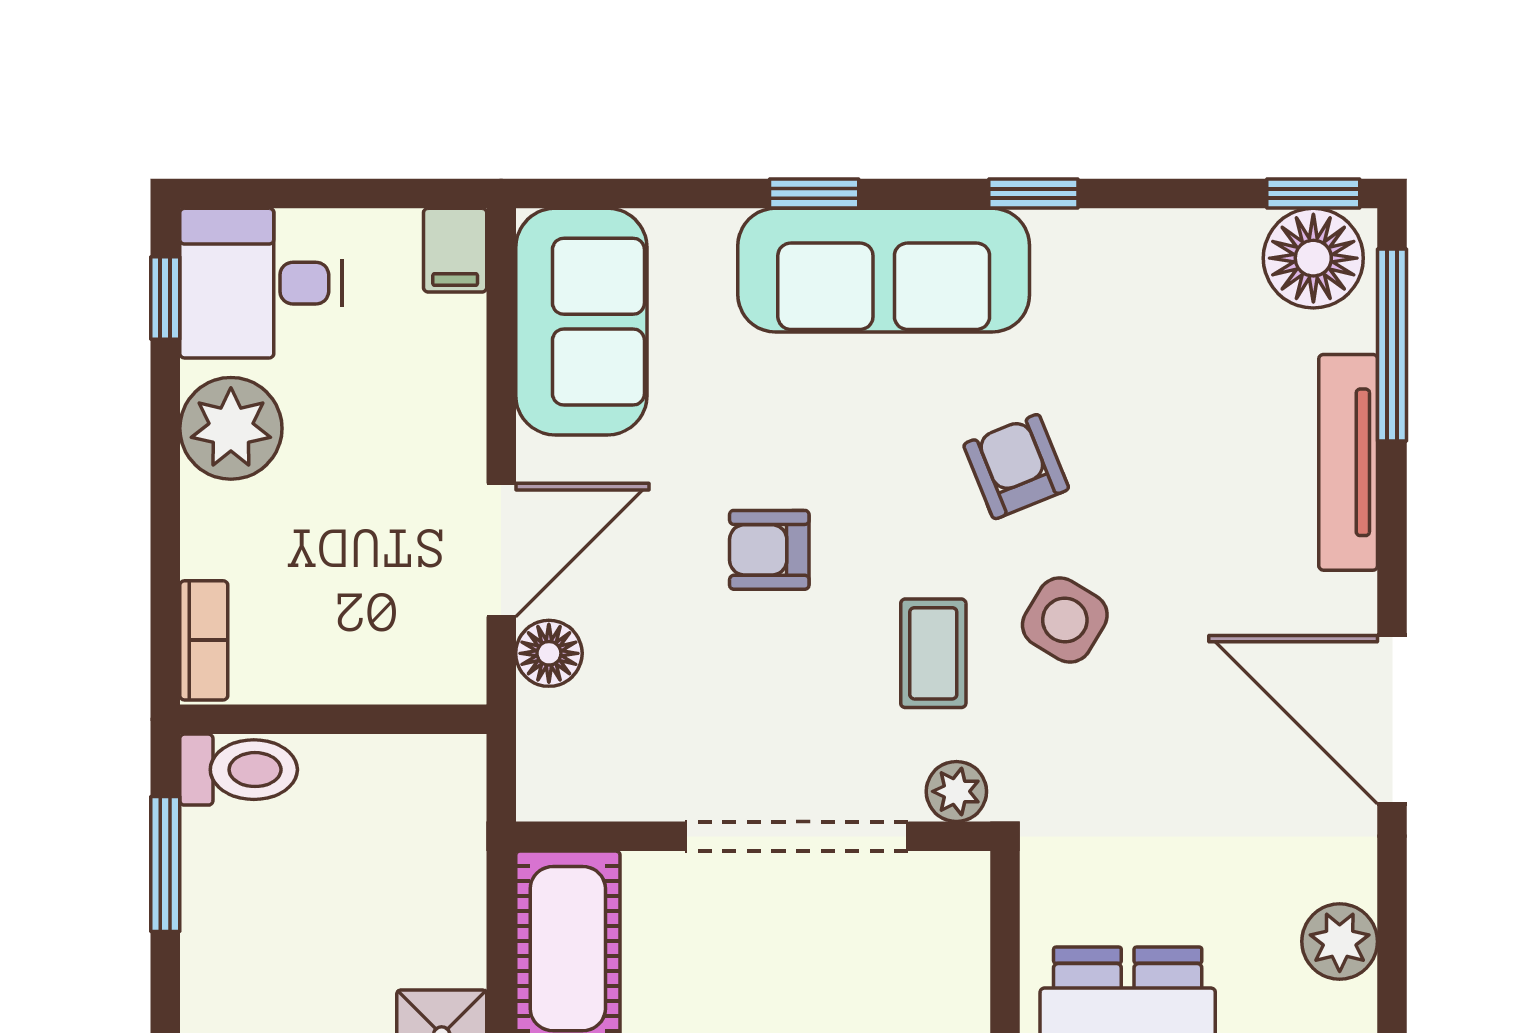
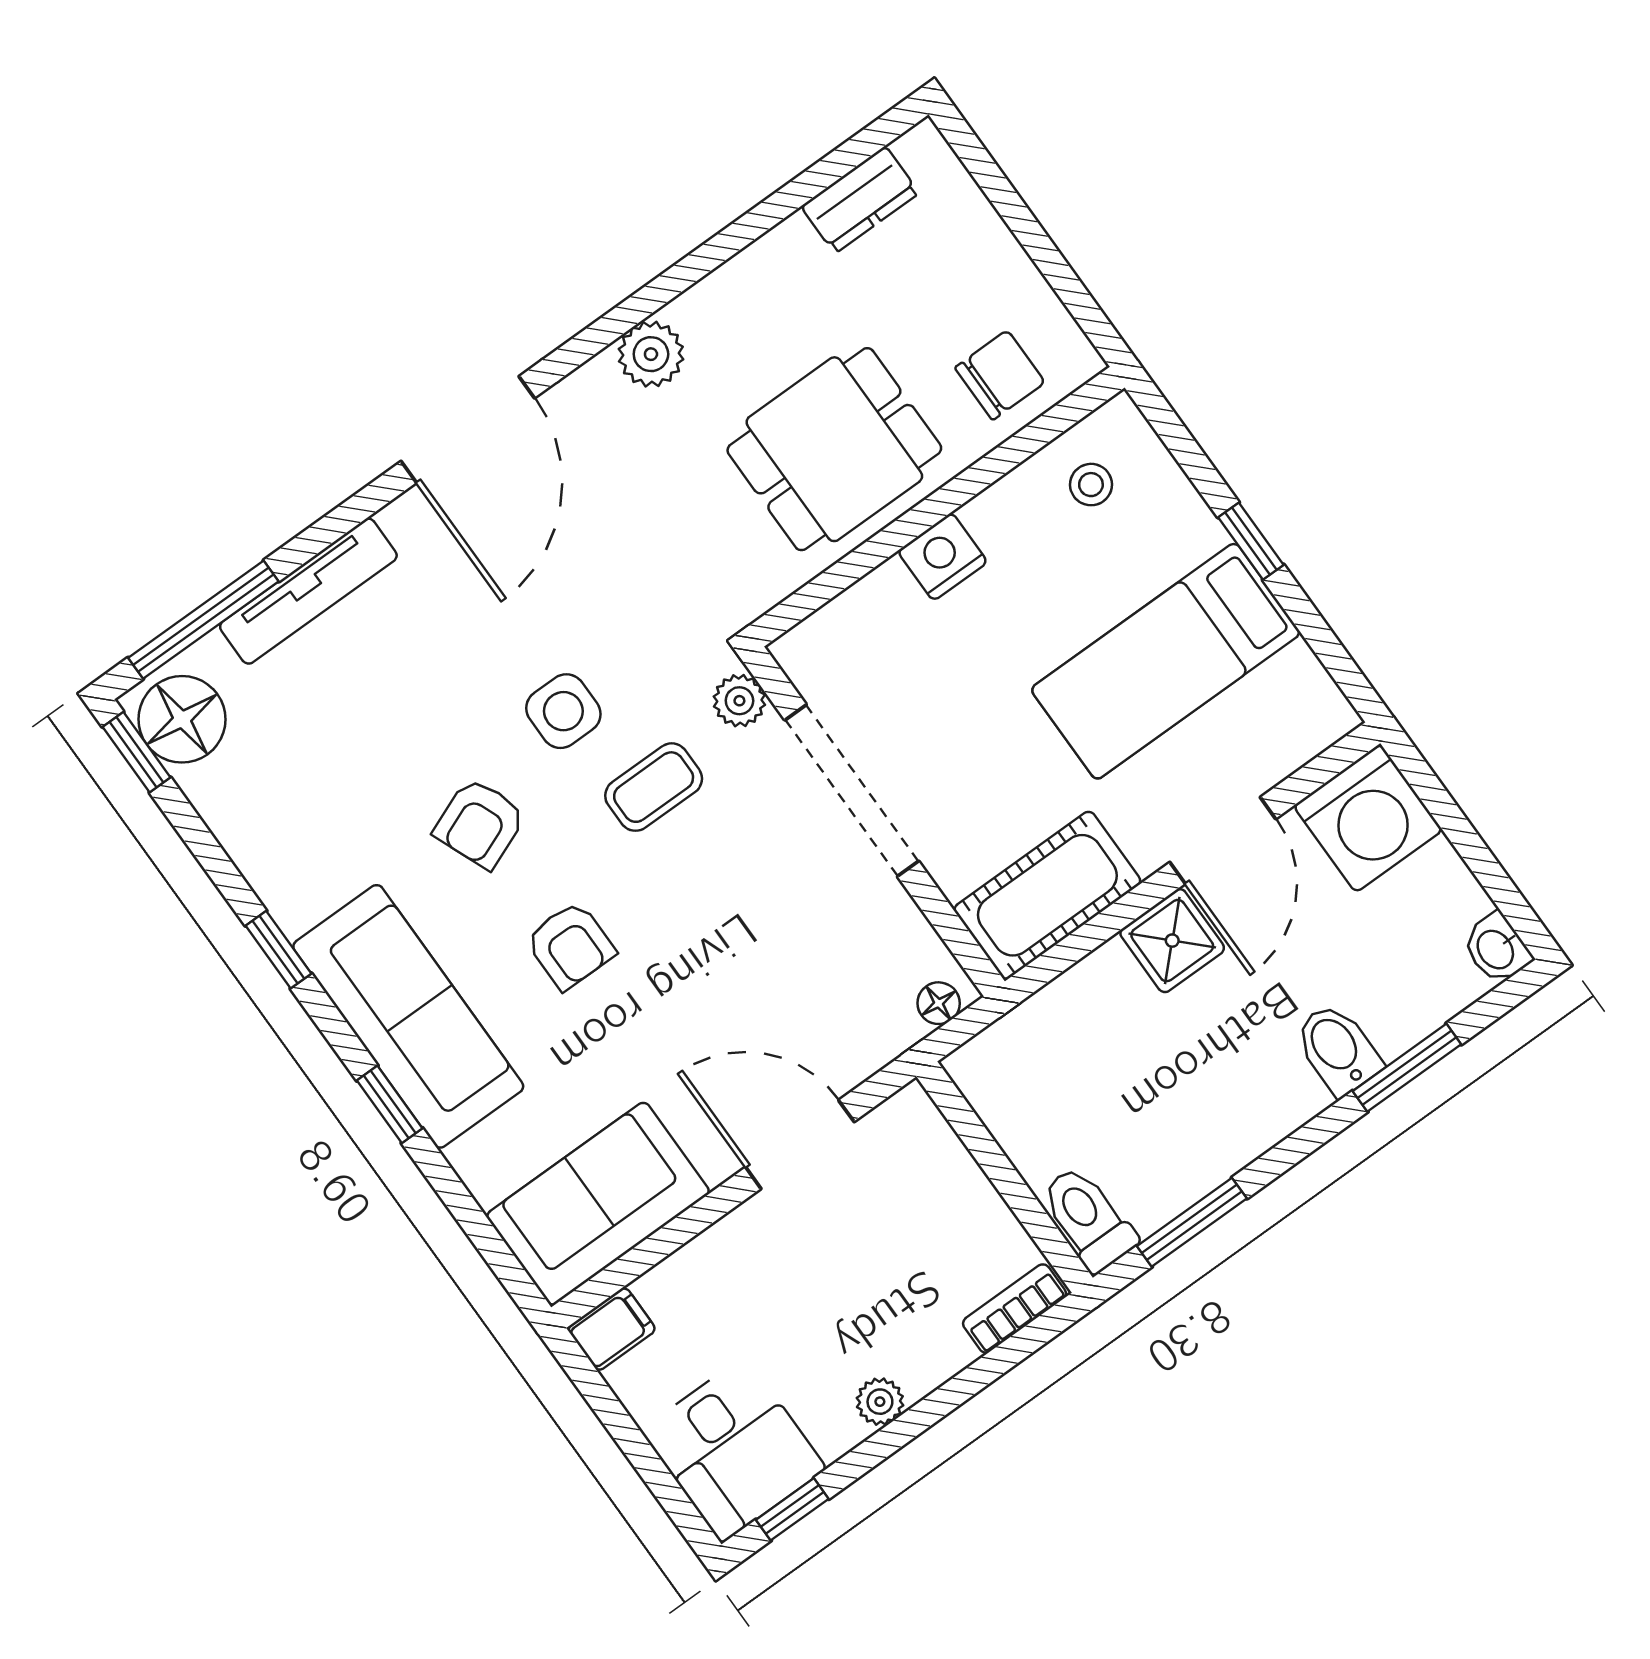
plant: (231, 428) -> (880, 1402), width x0.53, depth x0.53
armchair: (769, 550) -> (570, 945), moved
side table: (1065, 620) -> (563, 711), turned -31
floor lamp: (549, 653) -> (939, 1003), moved, width x0.73, depth x0.73

